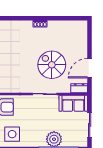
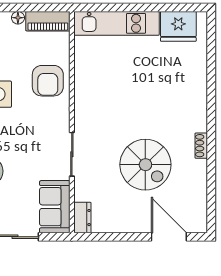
spiral stairs: (52, 65) -> (145, 165), moved, turned 90
door: (90, 68) -> (169, 237), moved

